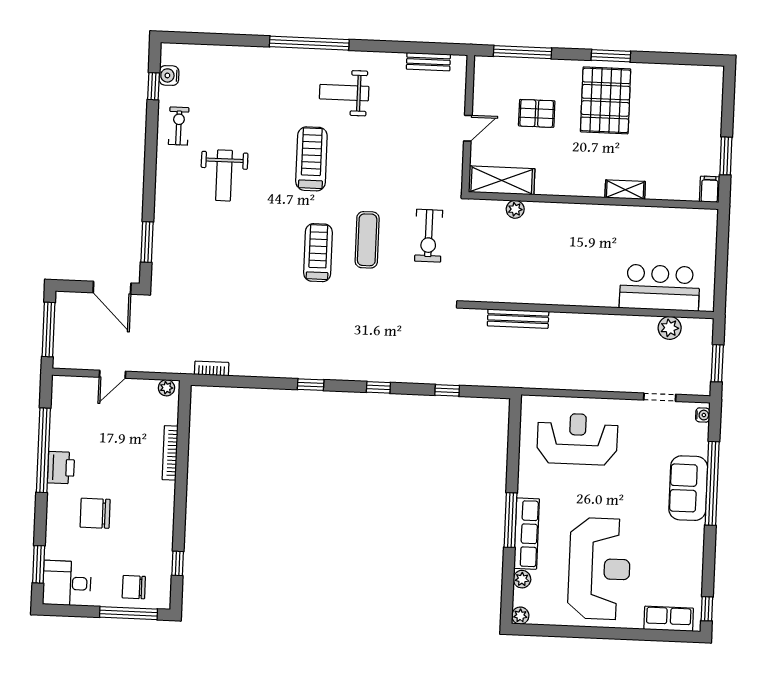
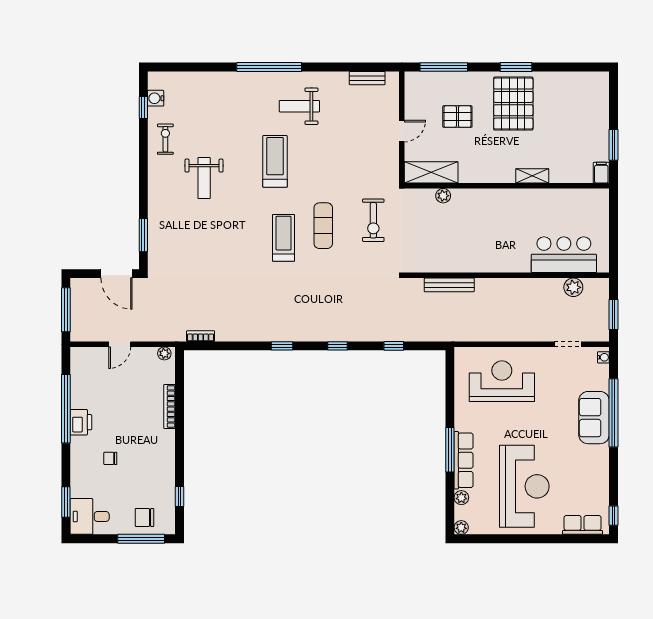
chair: (95, 513) -> (110, 458), width x0.54, depth x0.54

